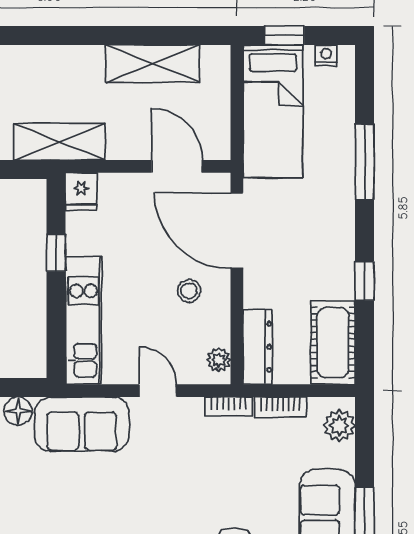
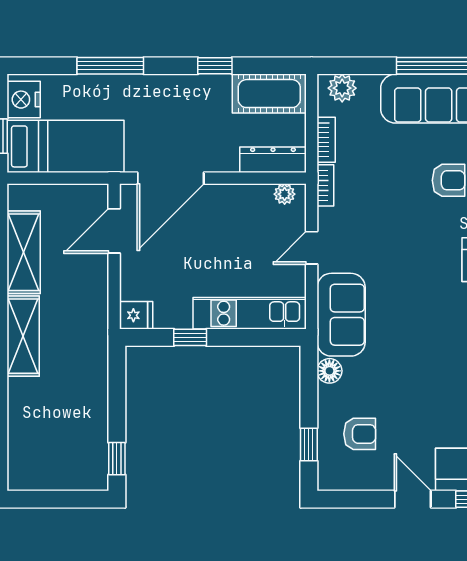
nightstand: (326, 55) -> (24, 100), width x1.89, depth x1.79
shelving: (59, 142) -> (23, 336), moved
stool: (189, 291) -> (224, 220), removed

